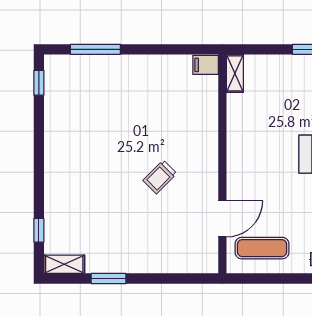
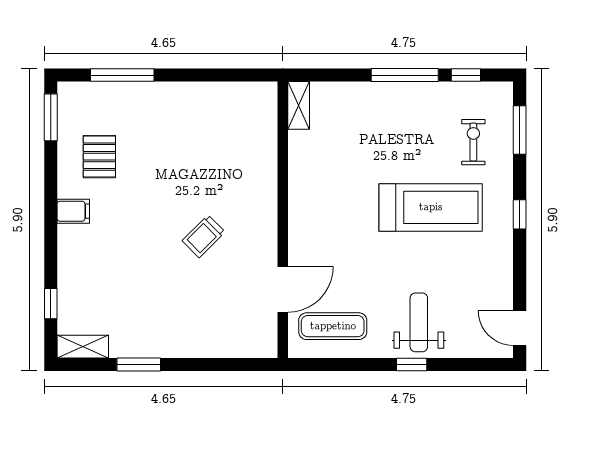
filing cabinet: (206, 65) -> (73, 211), moved, turned 180
window: (39, 83) -> (51, 117), width x1.50
pallet: (77, 114) -> (99, 157), added

